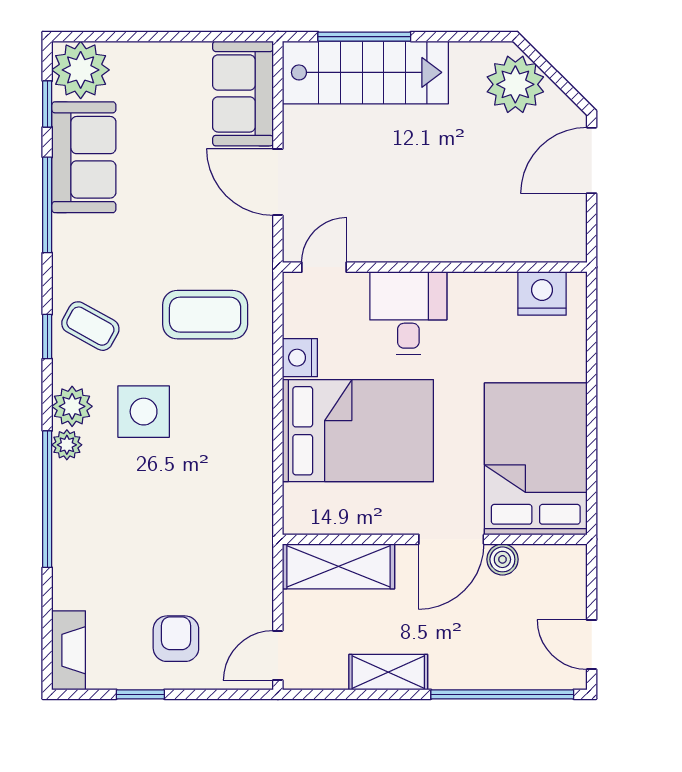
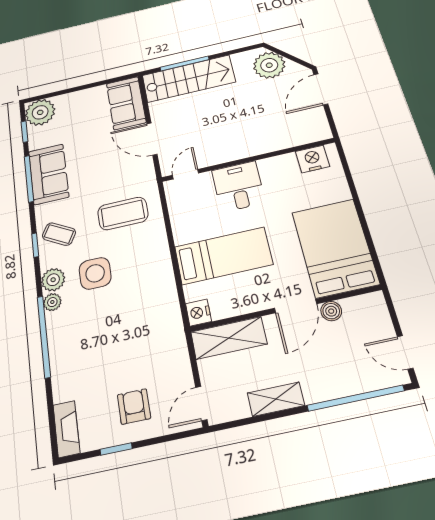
sofa: (84, 157) -> (49, 174), moved
nightstand: (300, 358) -> (198, 312), moved
bed: (358, 431) -> (223, 256), width x0.67

